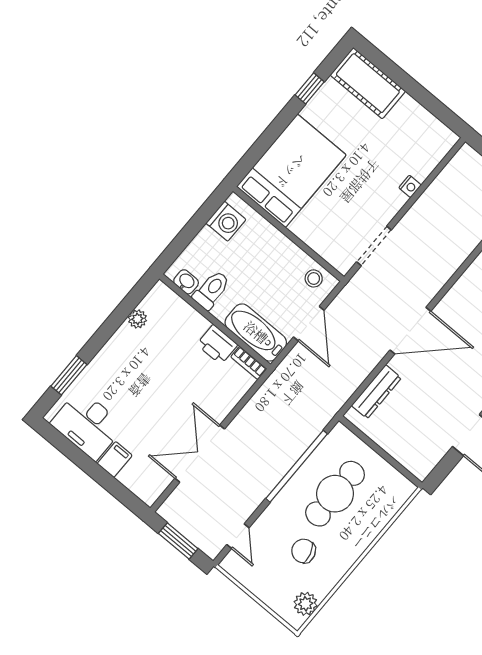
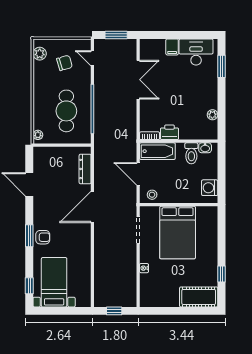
bed: (291, 171) -> (178, 232), moved
plant: (402, 494) -> (38, 135), added
chair: (304, 551) -> (64, 63), moved

